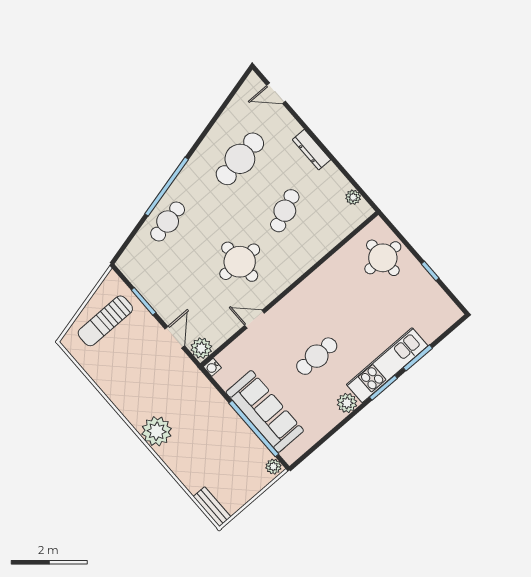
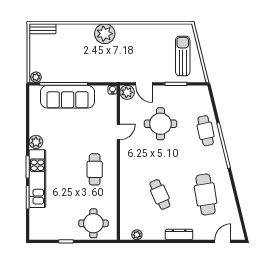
round table: (240, 262) -> (160, 124), moved
cafe table: (317, 356) -> (95, 169), moved

